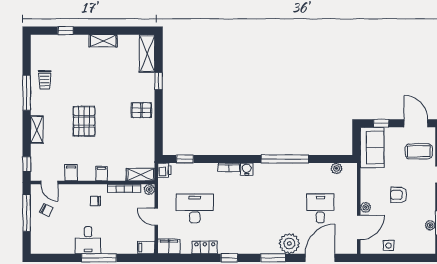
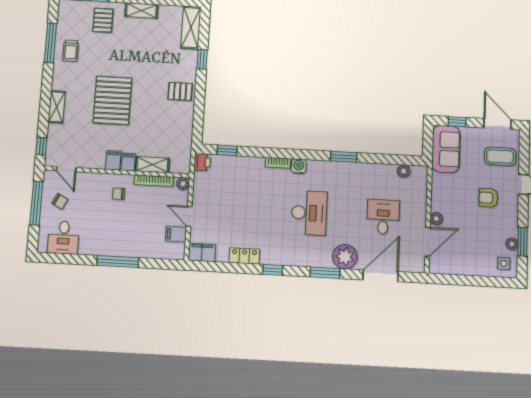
pallet: (70, 51) -> (103, 20), added
window: (27, 93) -> (50, 43), moved
pallet: (84, 121) -> (112, 100), width x1.37, depth x1.41
window: (285, 159) -> (344, 157), width x0.47
filing cabinet: (71, 173) -> (113, 160), moved
shelving: (141, 175) -> (152, 165), moved
armchair: (399, 195) -> (488, 198), moved
desk: (195, 208) -> (309, 213), moved, turned 90
desk: (88, 240) -> (63, 237), moved
side table: (389, 246) -> (504, 263), moved
filing cabinet: (146, 247) -> (176, 234), moved

